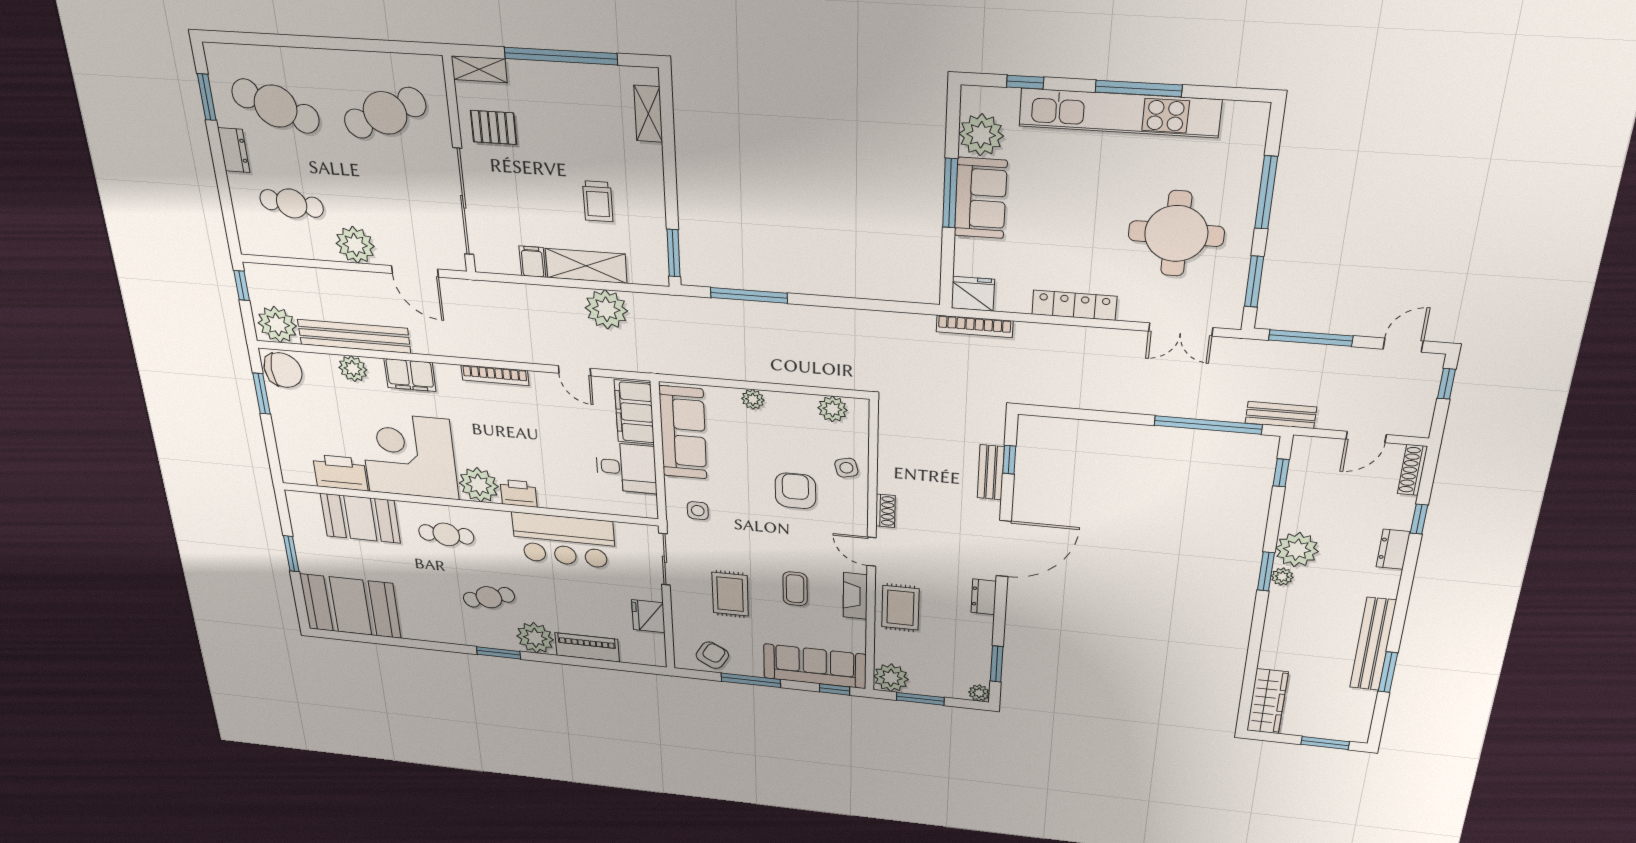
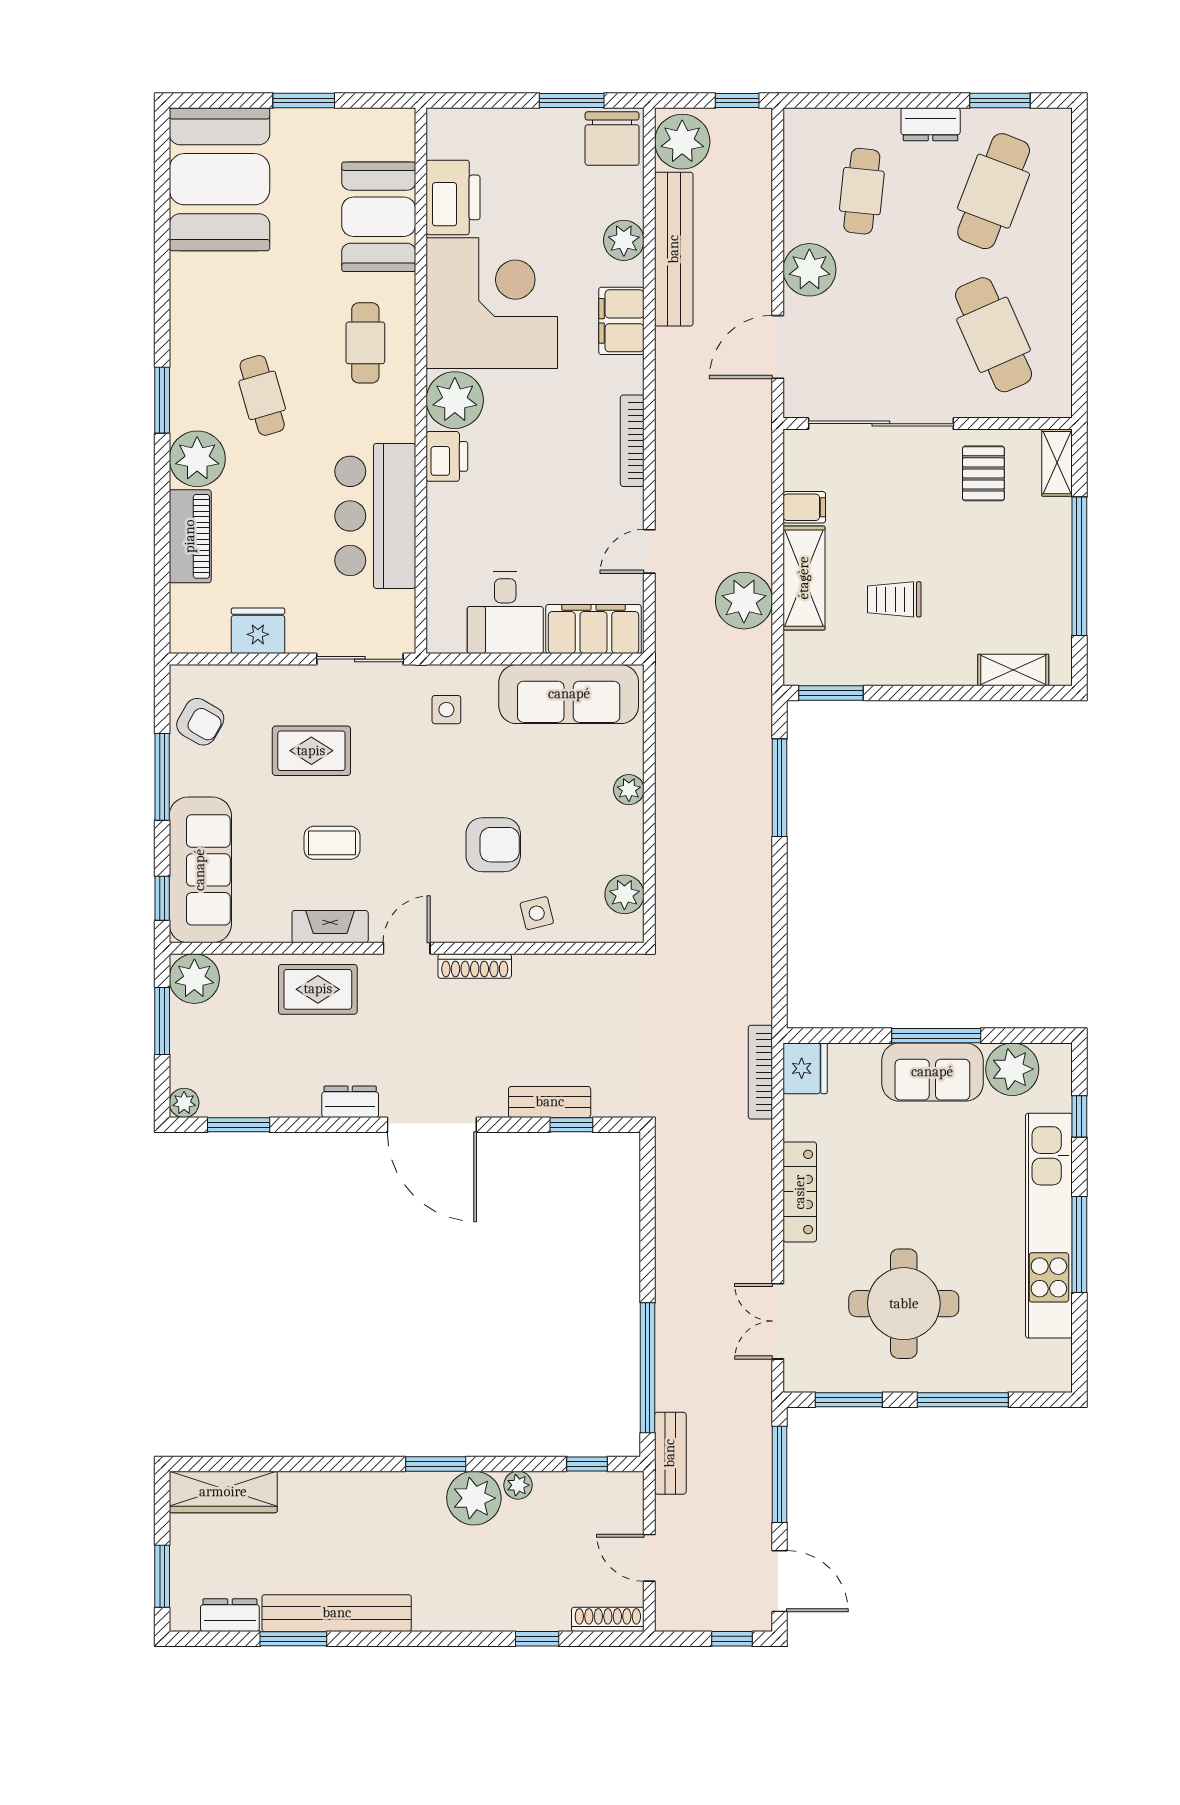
door: (1403, 345) -> (780, 1581), width x1.38
shoe rack: (885, 511) -> (475, 966), width x1.43
dresser: (1393, 549) -> (230, 1615), moved
plant: (1282, 577) -> (518, 1485), moved

